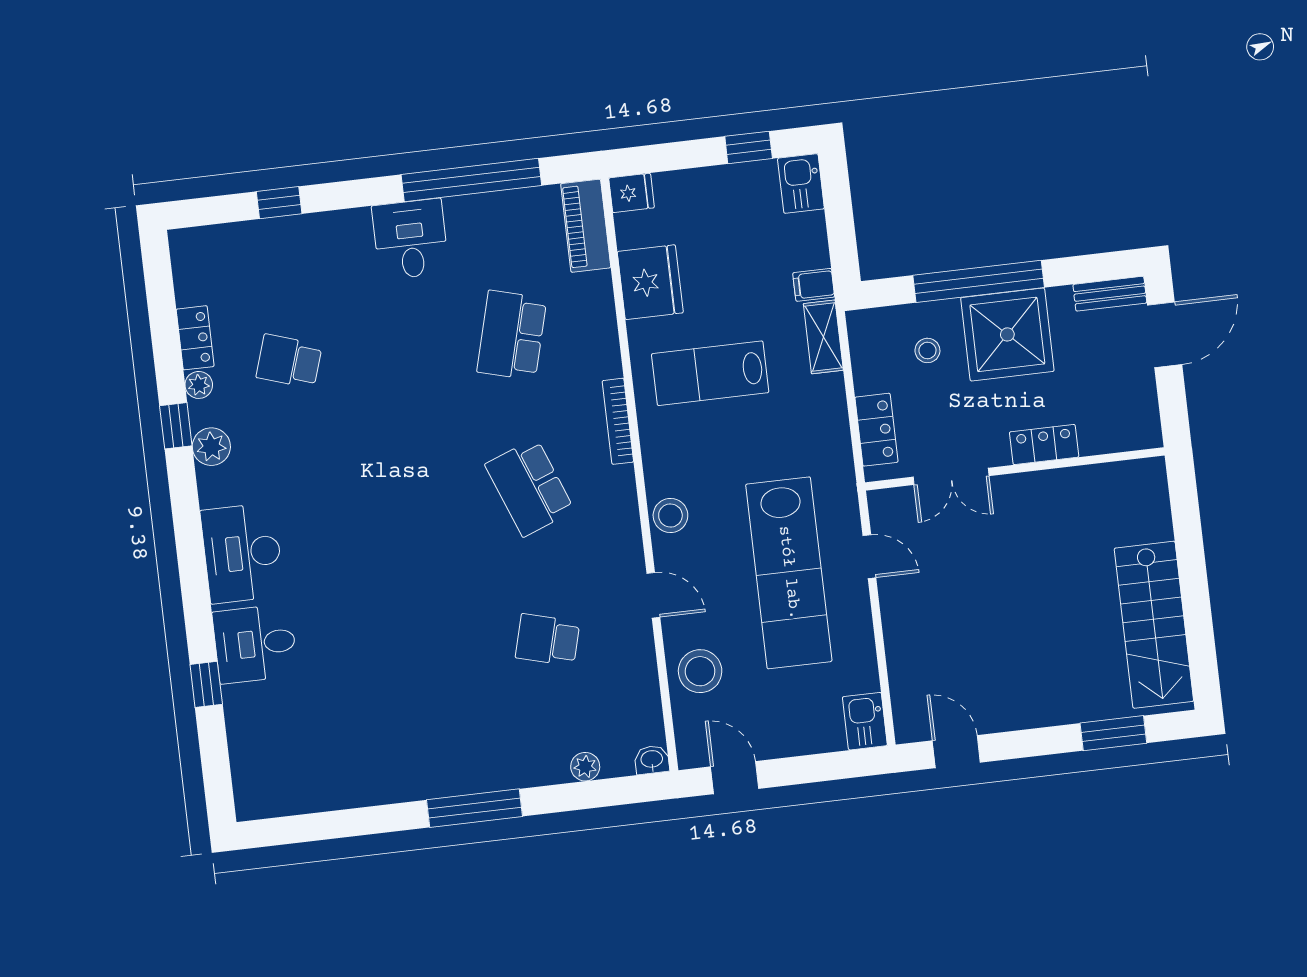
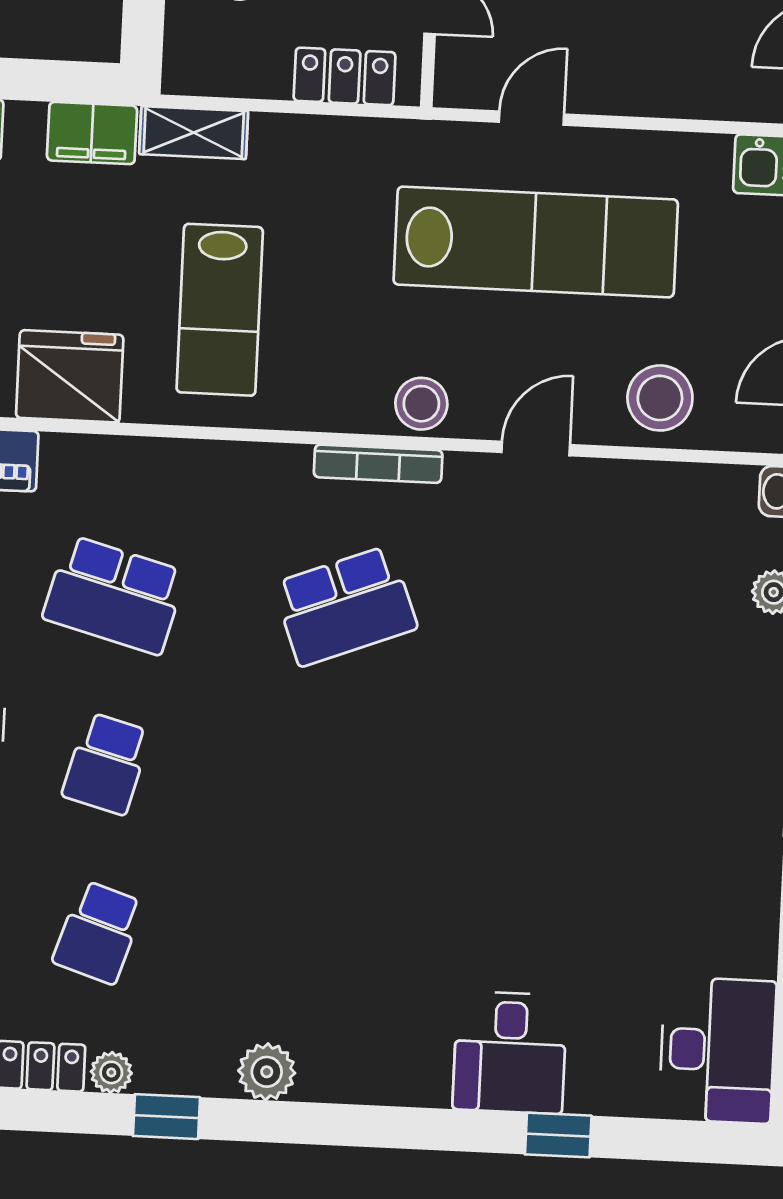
filing cabinet: (814, 285) -> (92, 133), width x2.00
bookcase: (618, 421) -> (378, 464), moved
plant: (211, 447) -> (267, 1072), moved
desk: (242, 553) -> (718, 1050), moved, turned -90
school desk: (548, 640) -> (106, 764), moved

